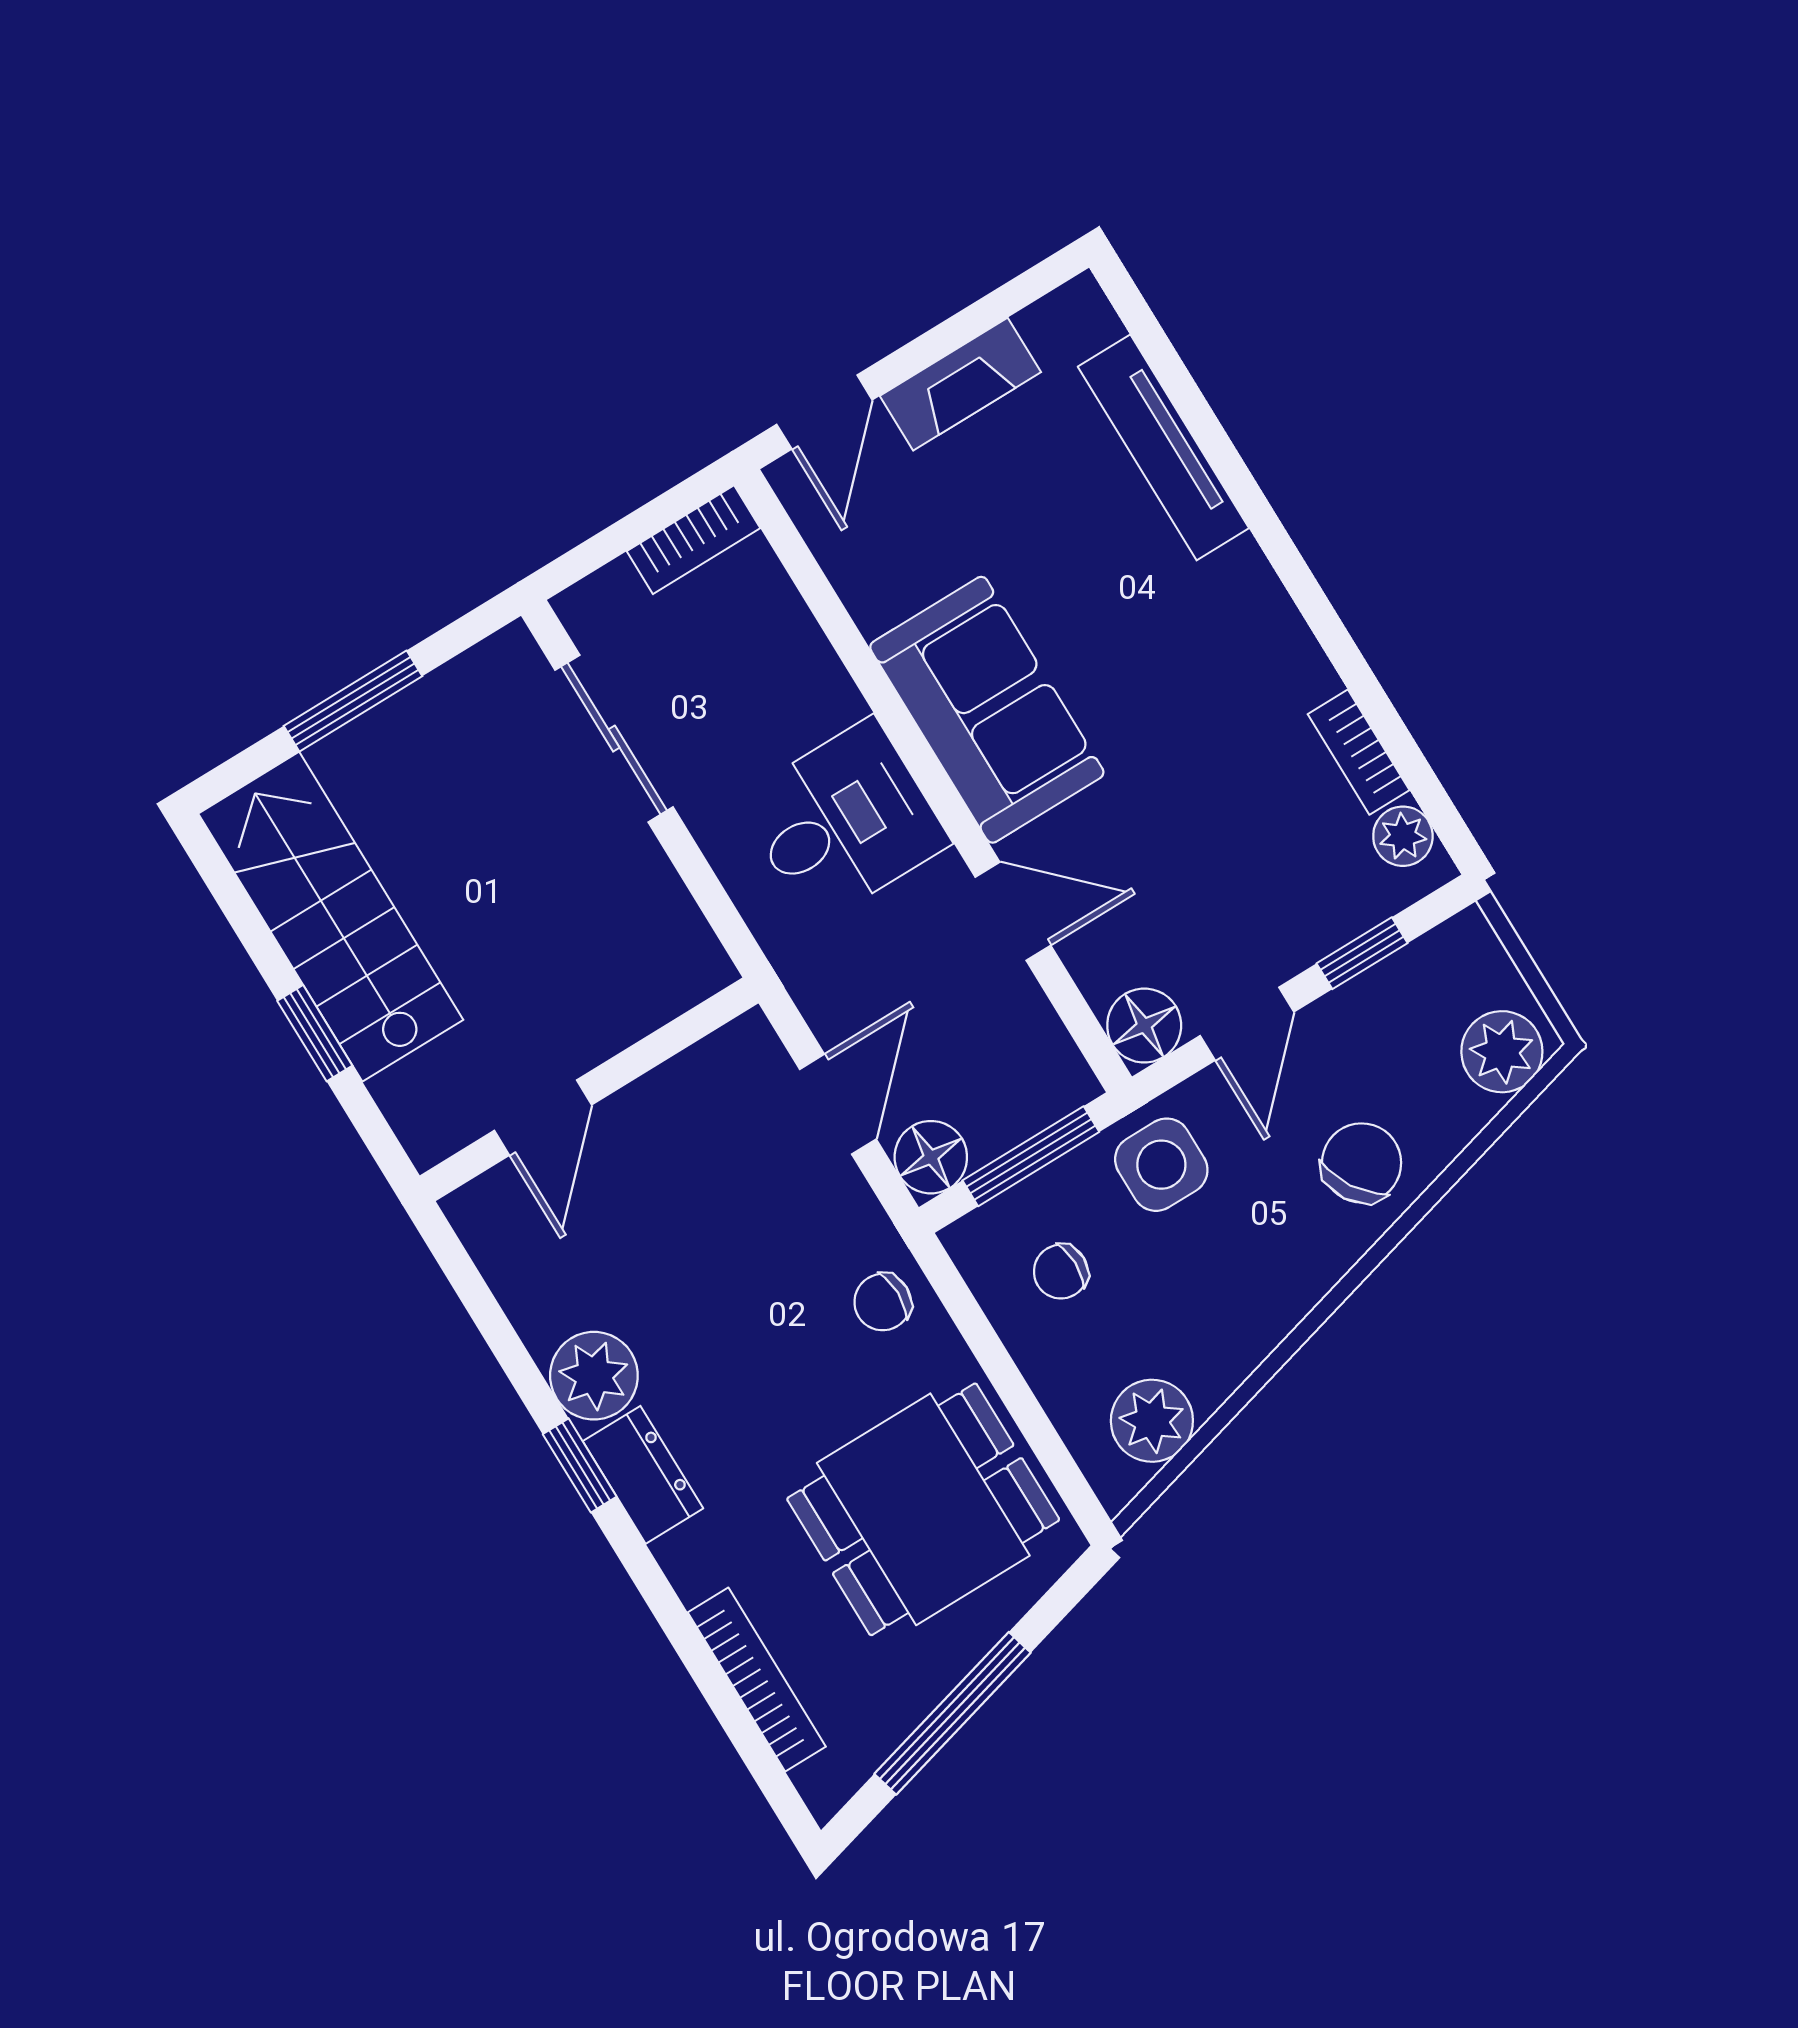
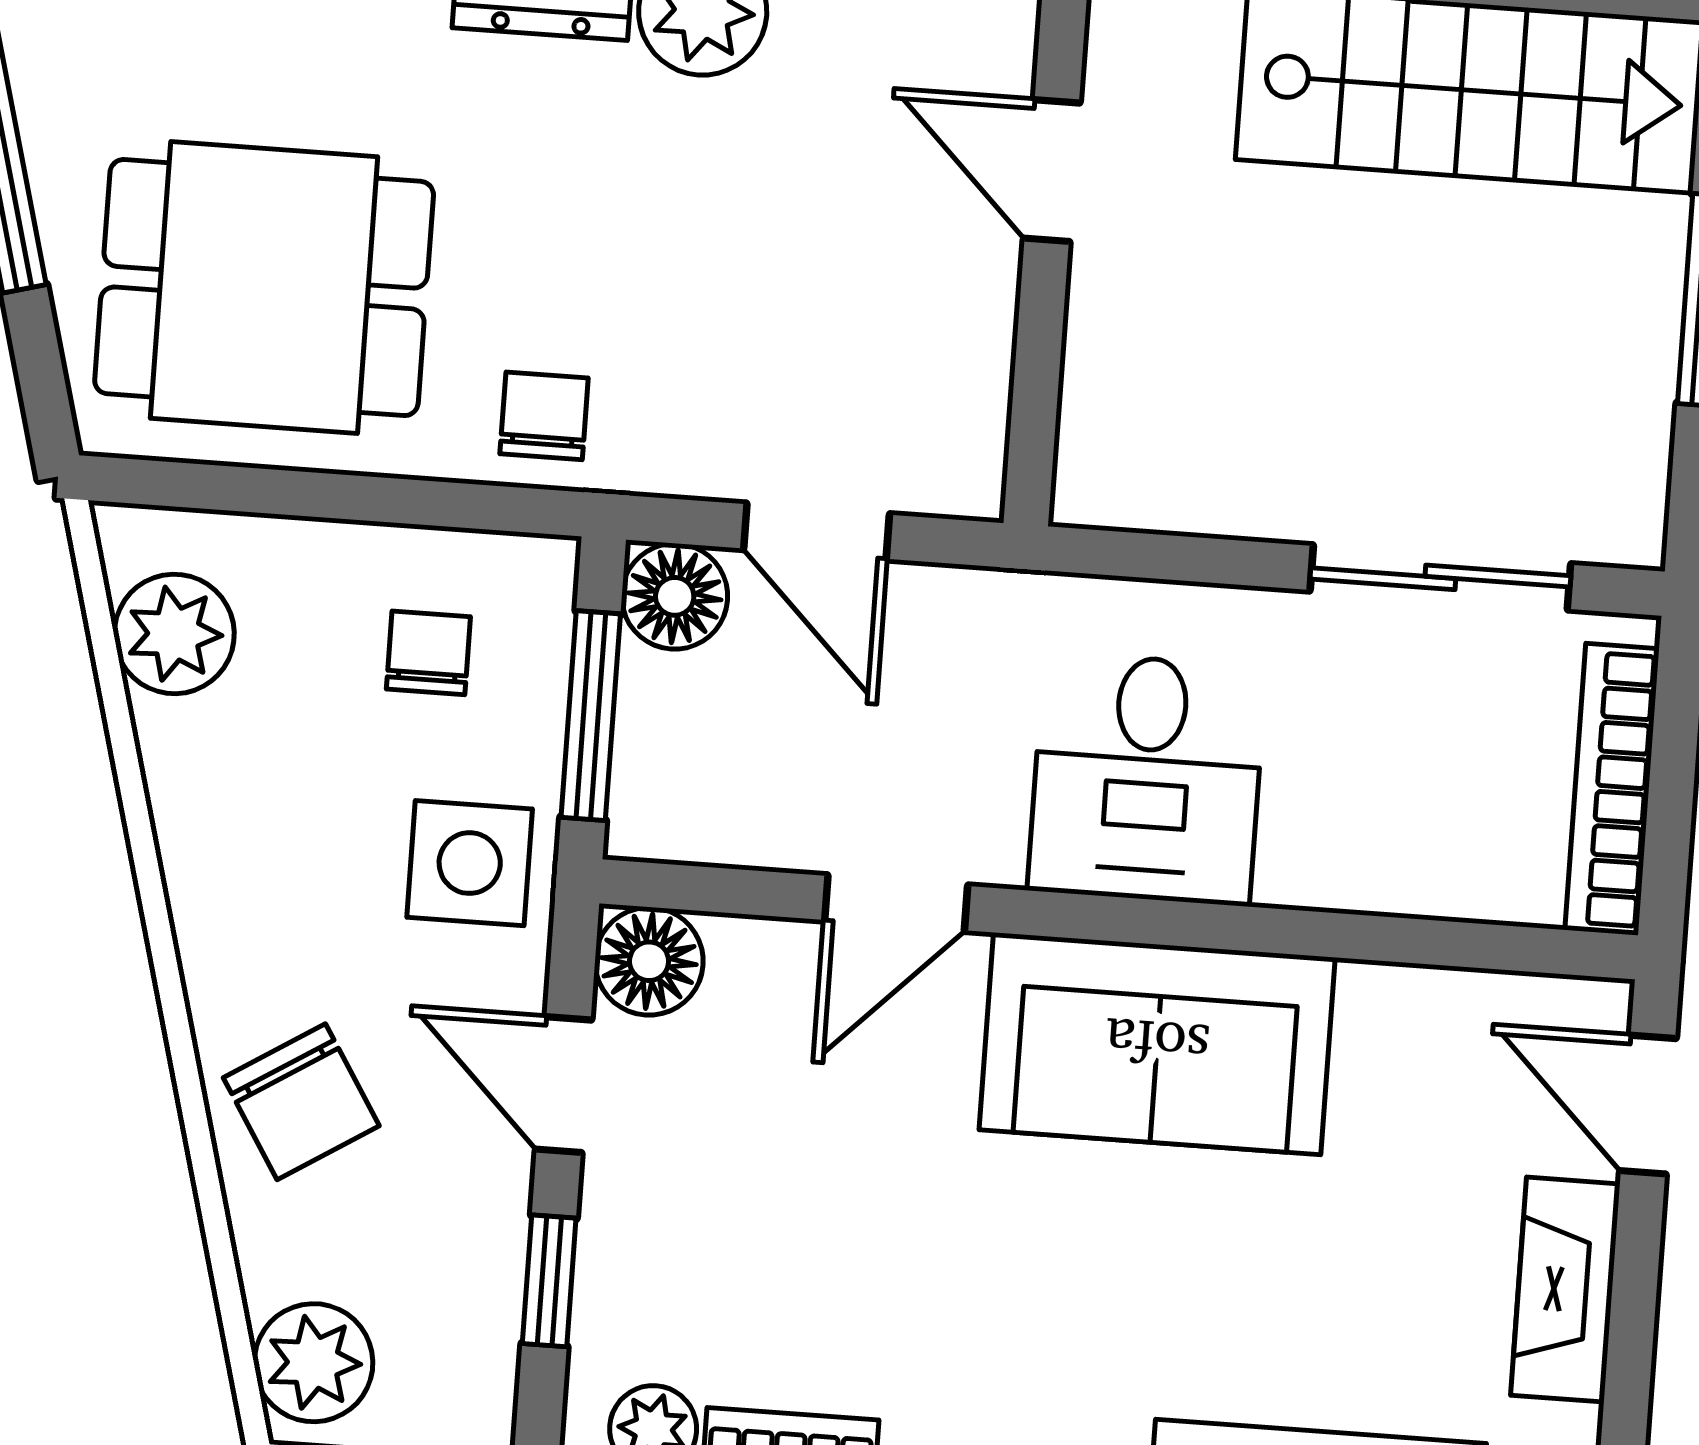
bookcase: (694, 540) -> (1612, 789), width x1.56
dining table: (923, 1509) -> (264, 288), turned 90

